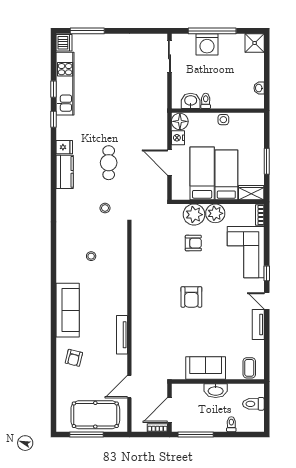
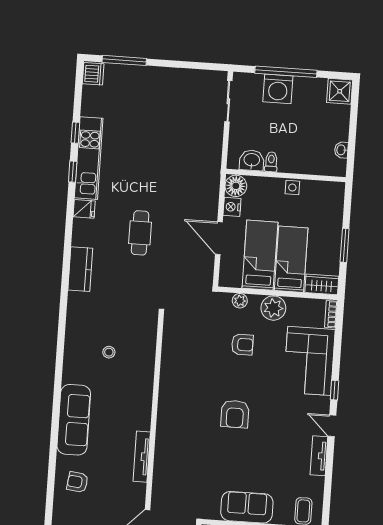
kitchen unit: (65, 84) -> (89, 158), moved
kitchen counter: (65, 172) -> (80, 269), moved
stool: (105, 208) -> (131, 291), removed
plant: (194, 215) -> (240, 301), width x0.53, depth x0.53
armchair: (74, 358) -> (77, 482), turned 83

